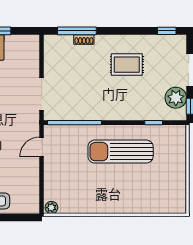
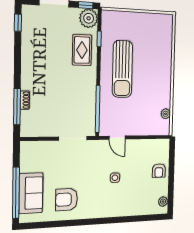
rug: (127, 65) -> (82, 50), moved
plant: (176, 98) -> (89, 18), moved
plant: (51, 208) -> (166, 114), moved

